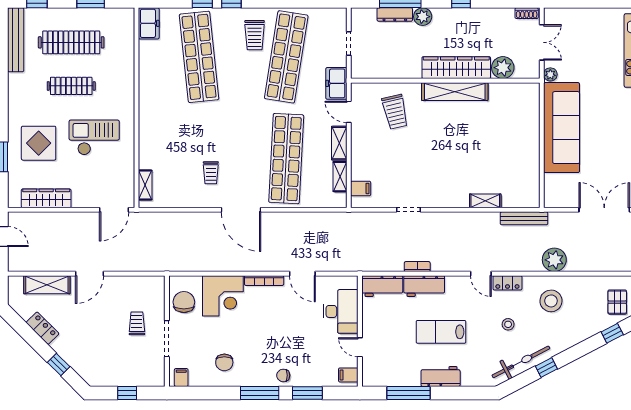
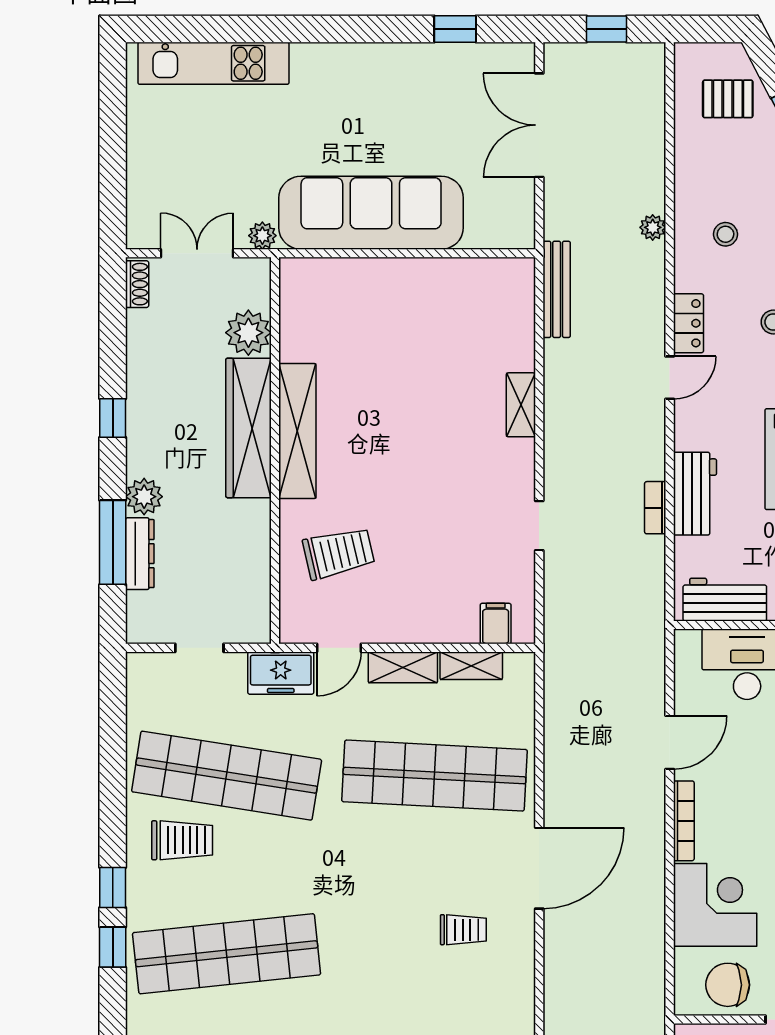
shelving: (485, 201) -> (521, 405), moved
plant: (554, 260) -> (653, 227), width x0.53, depth x0.53
workbench: (382, 286) -> (725, 600), moved, turned -90
stool: (551, 301) -> (725, 234), width x0.53, depth x0.53

